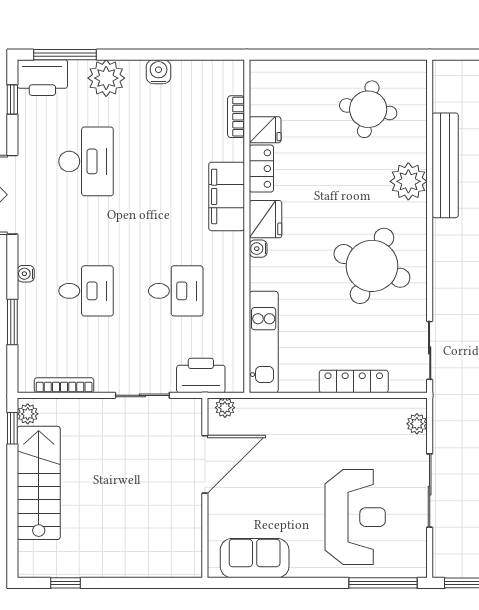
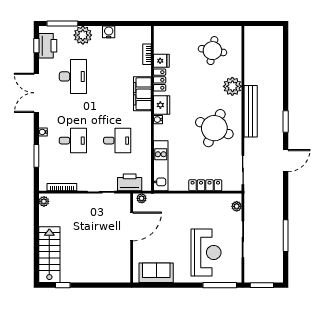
printer: (42, 78) -> (48, 46), moved, turned -90
bench: (445, 165) -> (251, 111), moved
window: (12, 428) -> (36, 208), removed
stairs: (39, 483) -> (49, 255), moved

